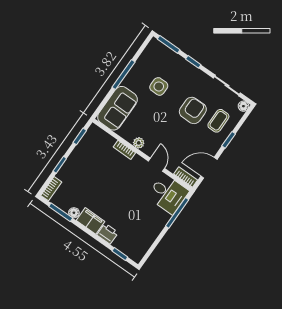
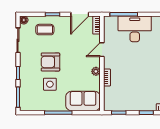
armchair: (193, 110) -> (50, 62), moved
door: (209, 168) -> (80, 14), hinge flipped
desk: (168, 194) -> (135, 29), moved, width x1.37

